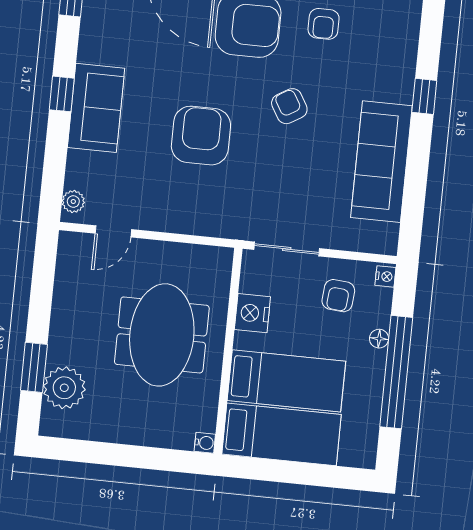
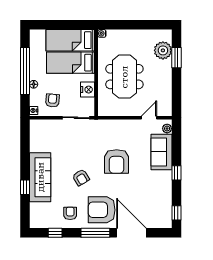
sofa: (96, 108) -> (162, 152), moved
sofa: (381, 162) -> (40, 177), moved

